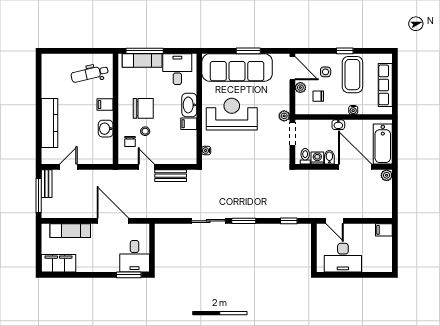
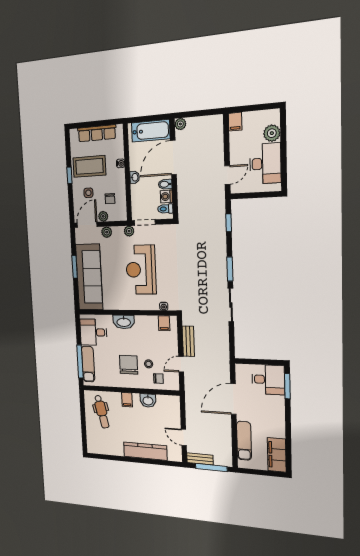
plant: (284, 91) -> (107, 232), added
reception desk: (232, 114) -> (141, 270), moved
filing cabinet: (189, 124) -> (164, 323), moved
plant: (370, 264) -> (272, 133), added

